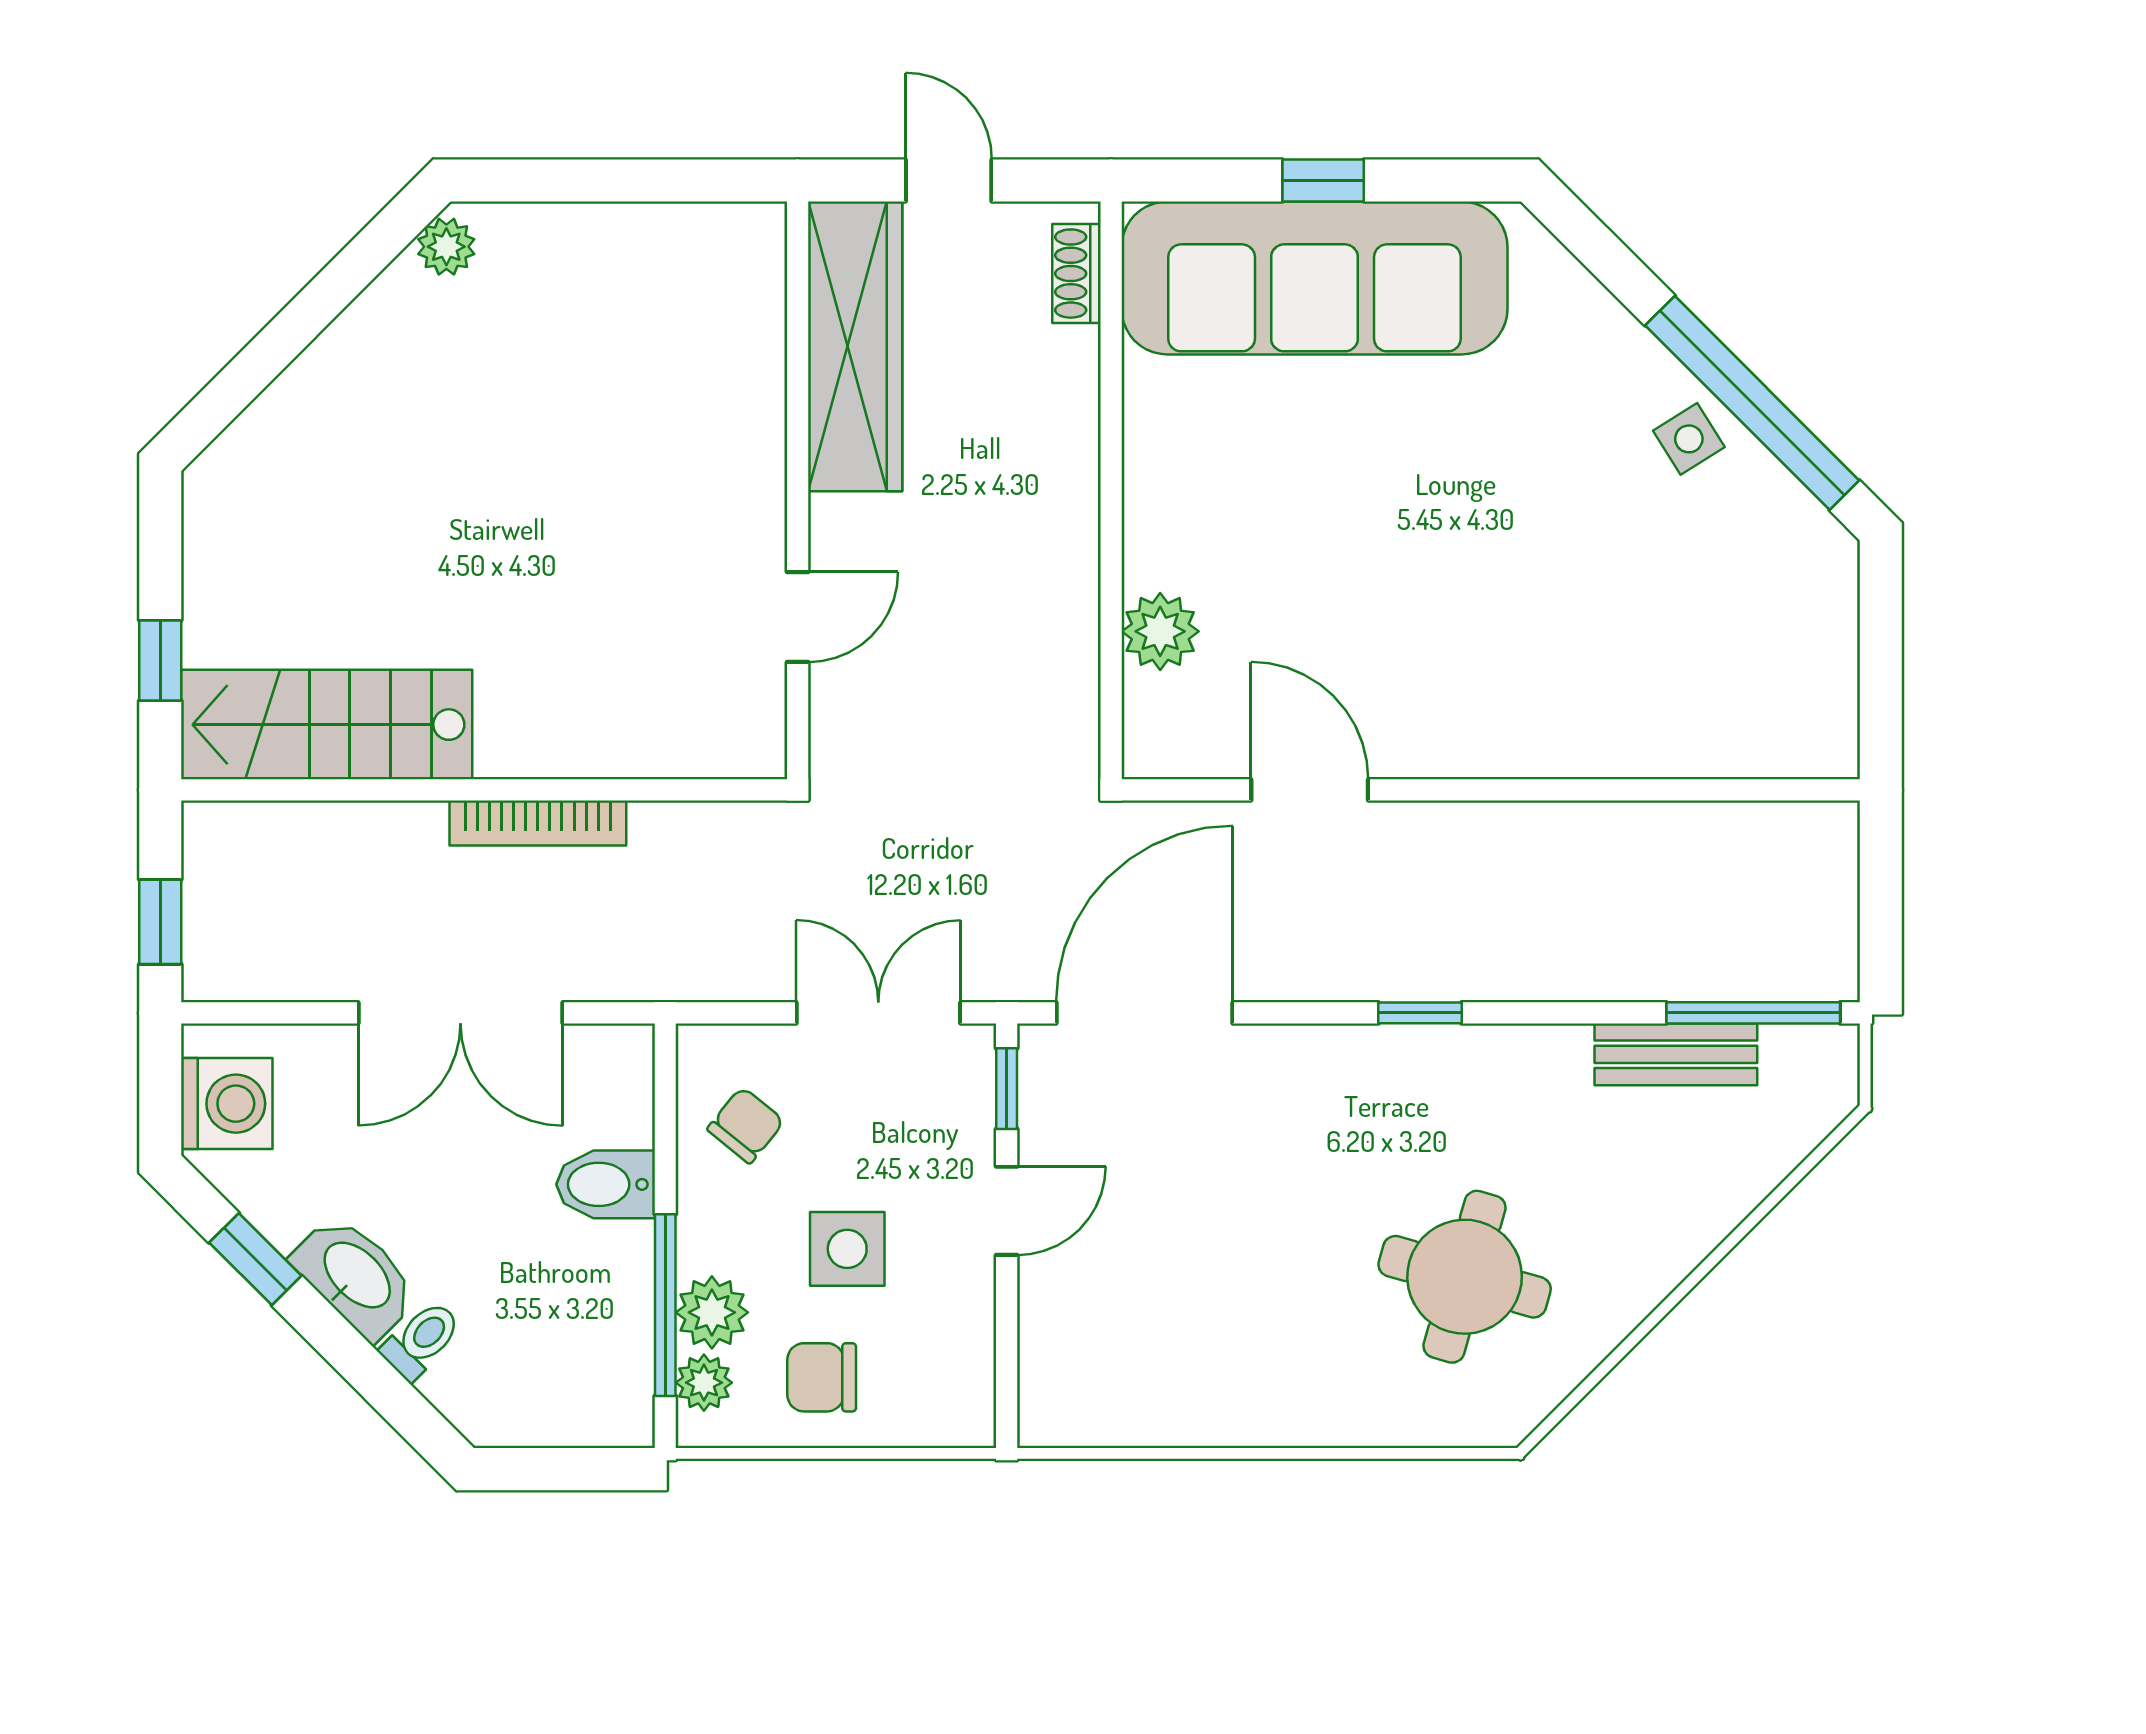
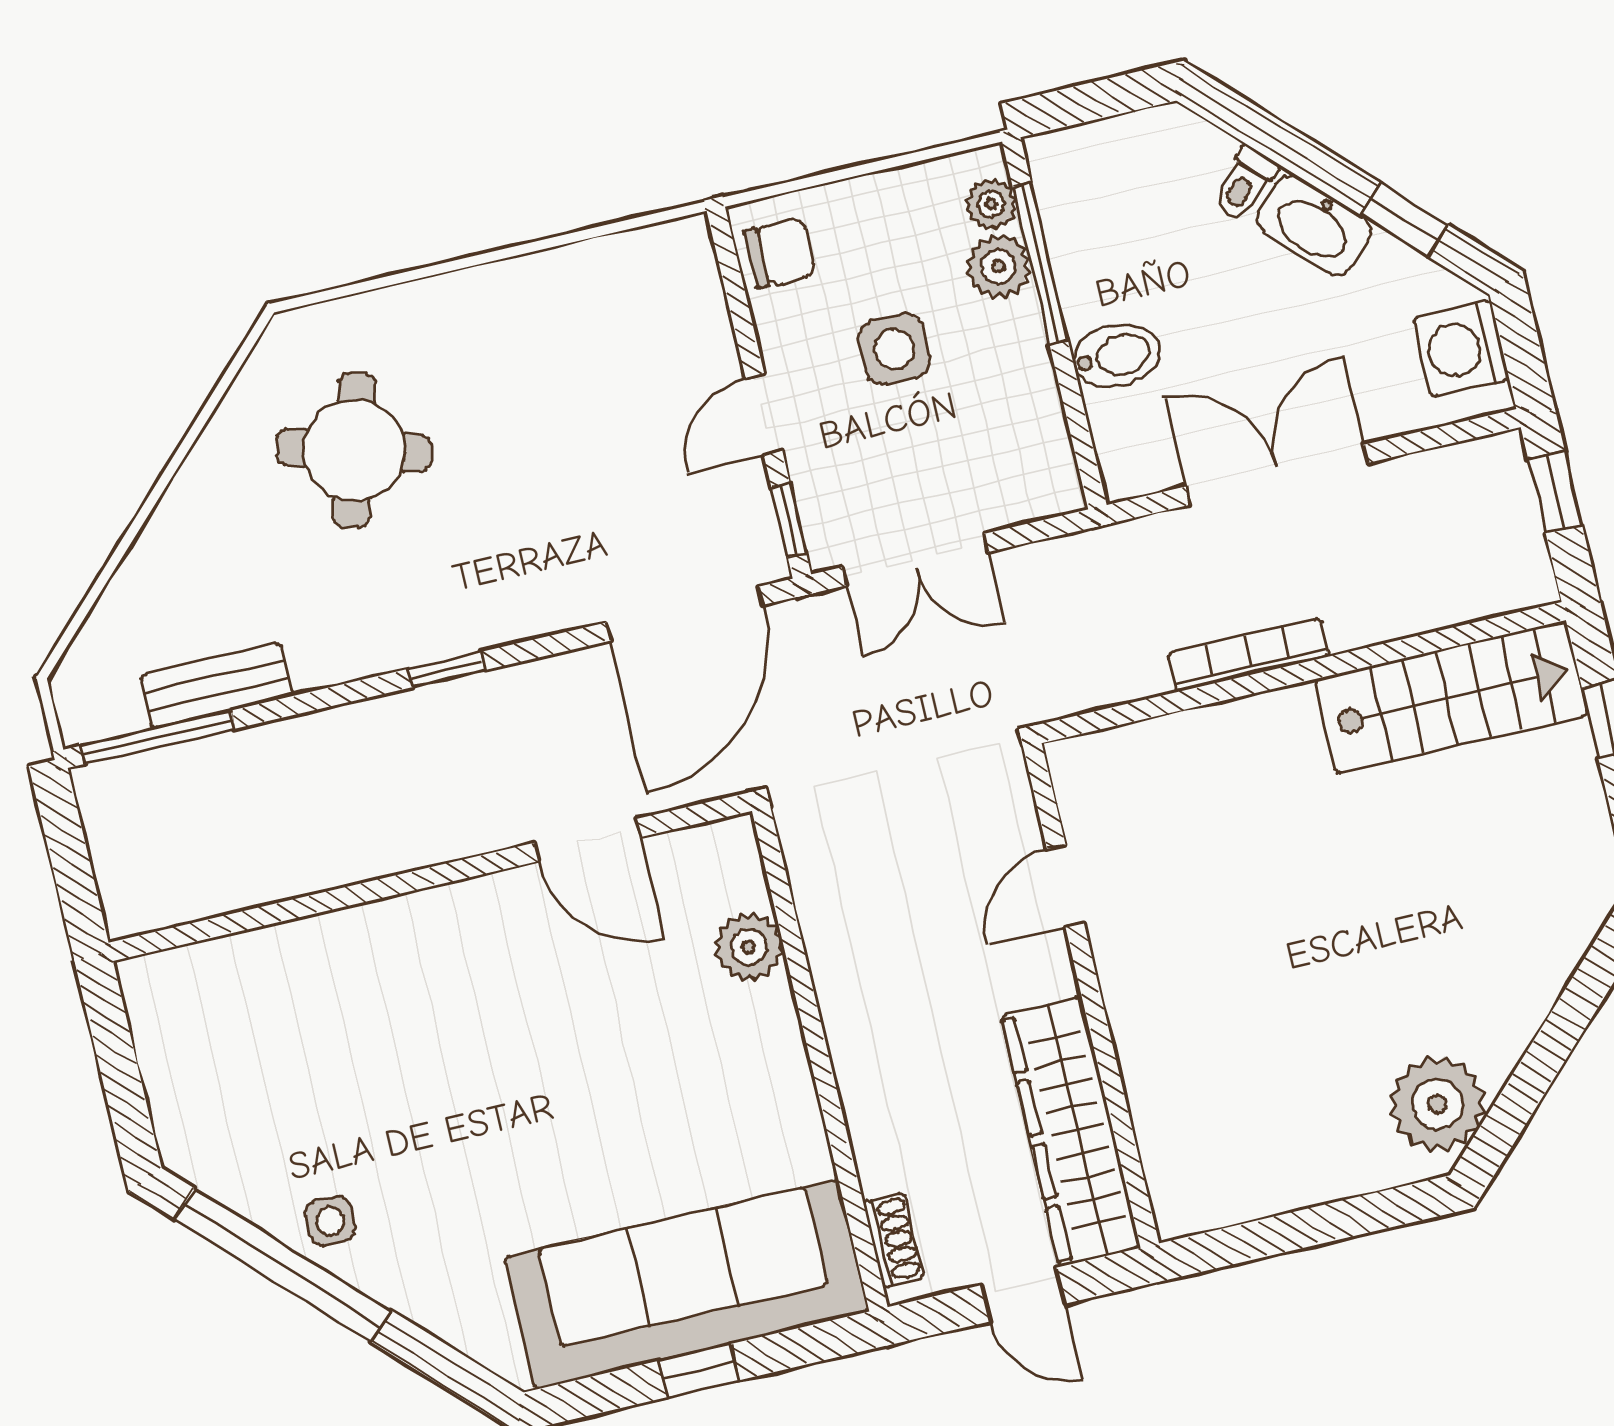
plant: (446, 247) -> (1437, 1104), width x1.88, depth x1.88
side table: (1689, 439) -> (330, 1221), turned 32
chair: (746, 1125) -> (1007, 435), removed
chair: (822, 1377) -> (780, 253), moved

